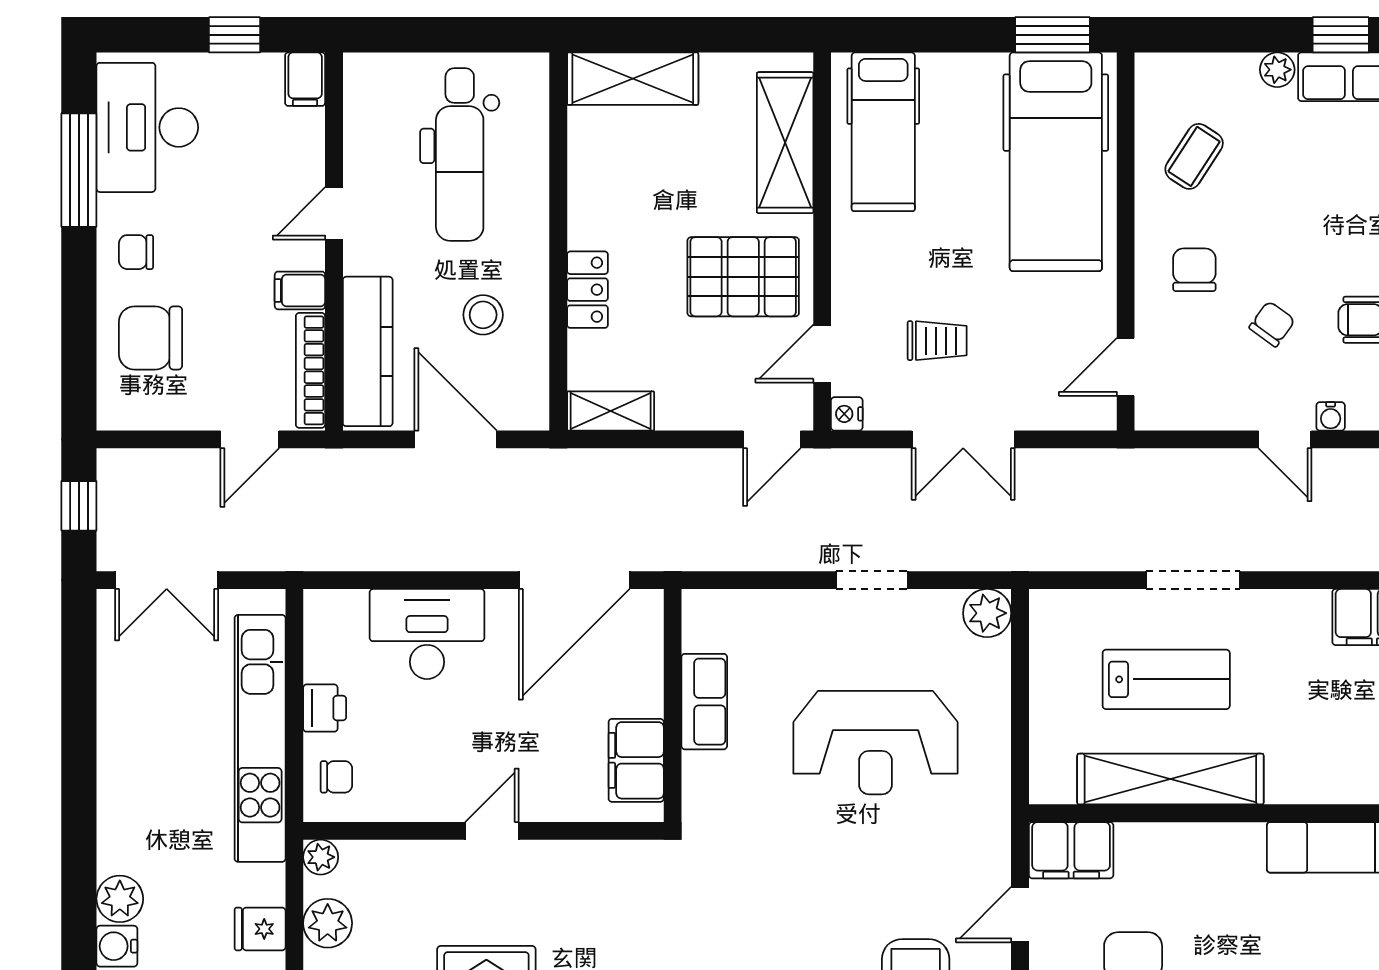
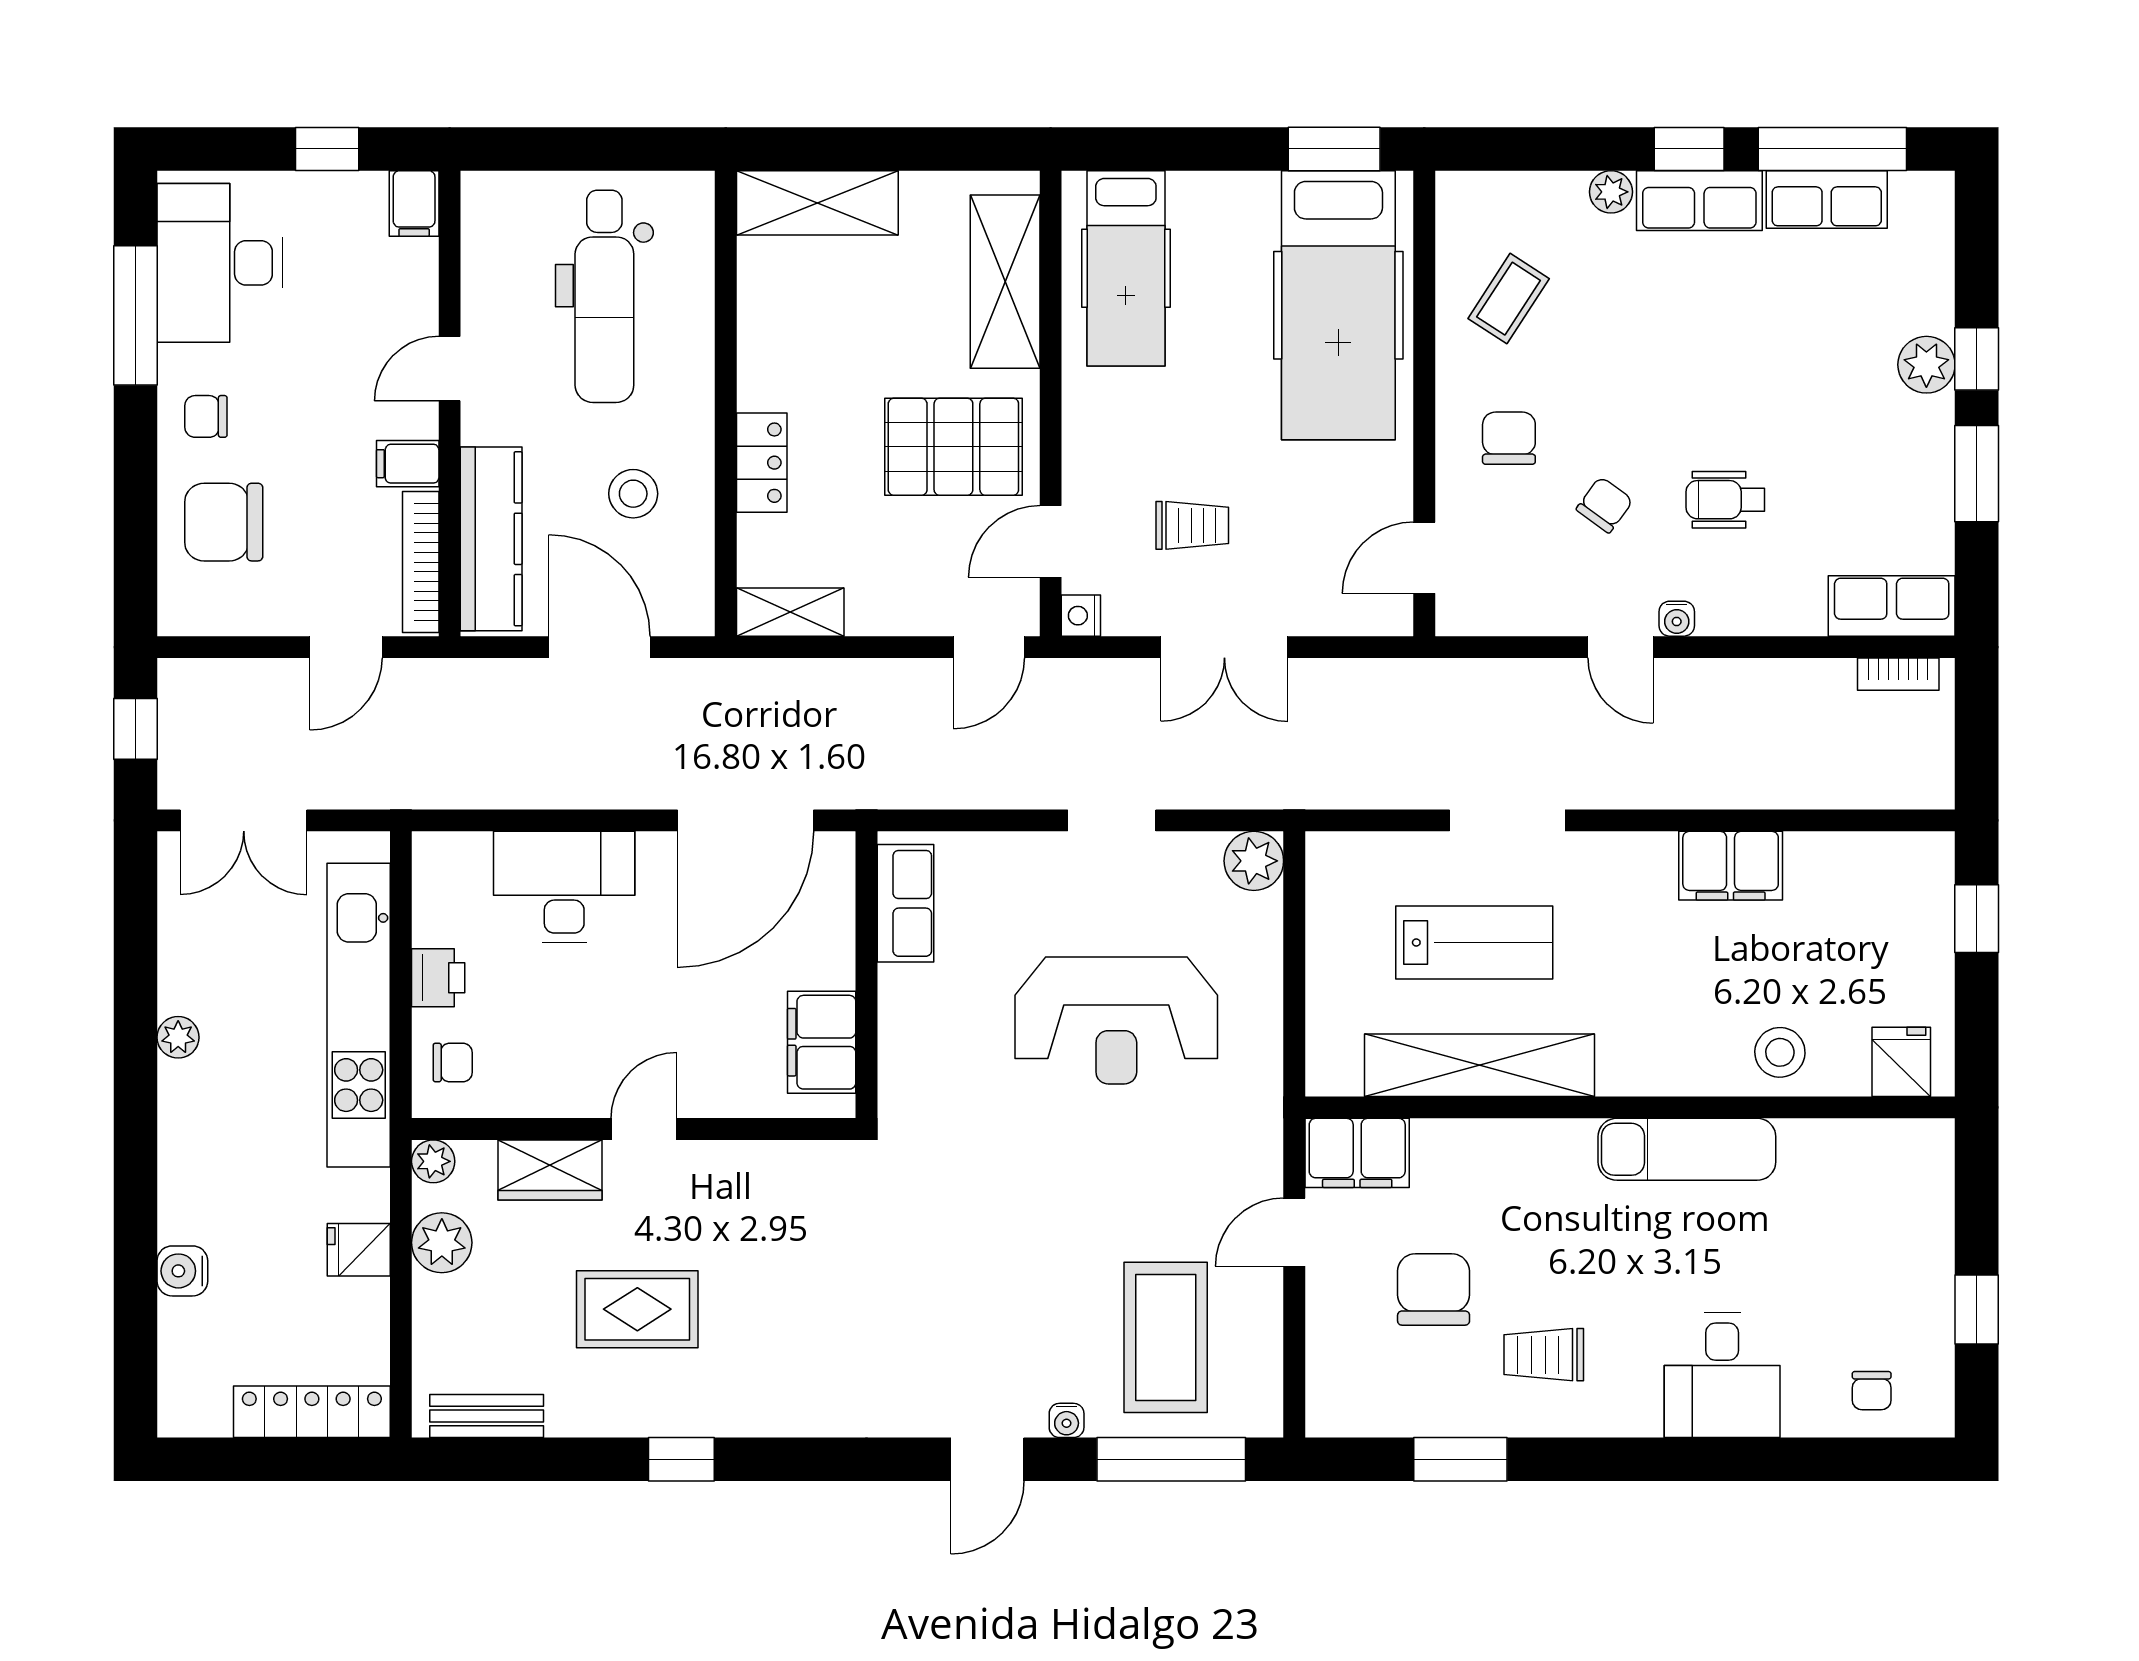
row of seats: (704, 702) -> (906, 903), moved
wardrobe: (415, 864) -> (550, 1170), added
plant: (120, 899) -> (178, 1037), moved, width x0.73, depth x0.73

